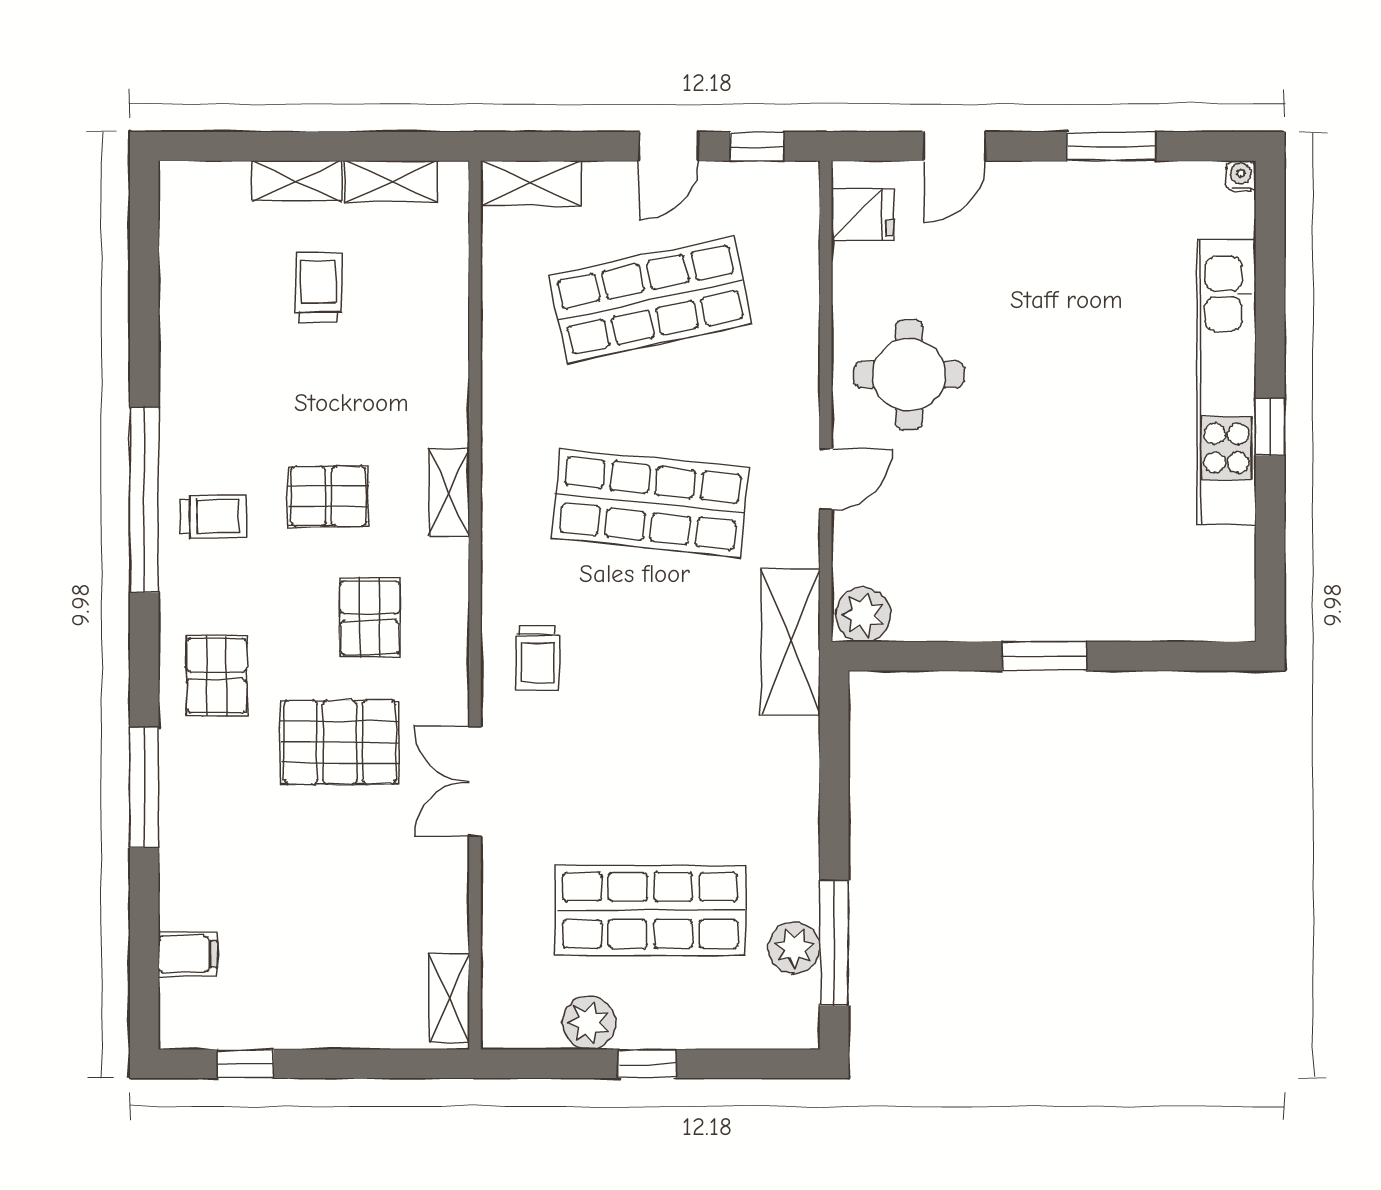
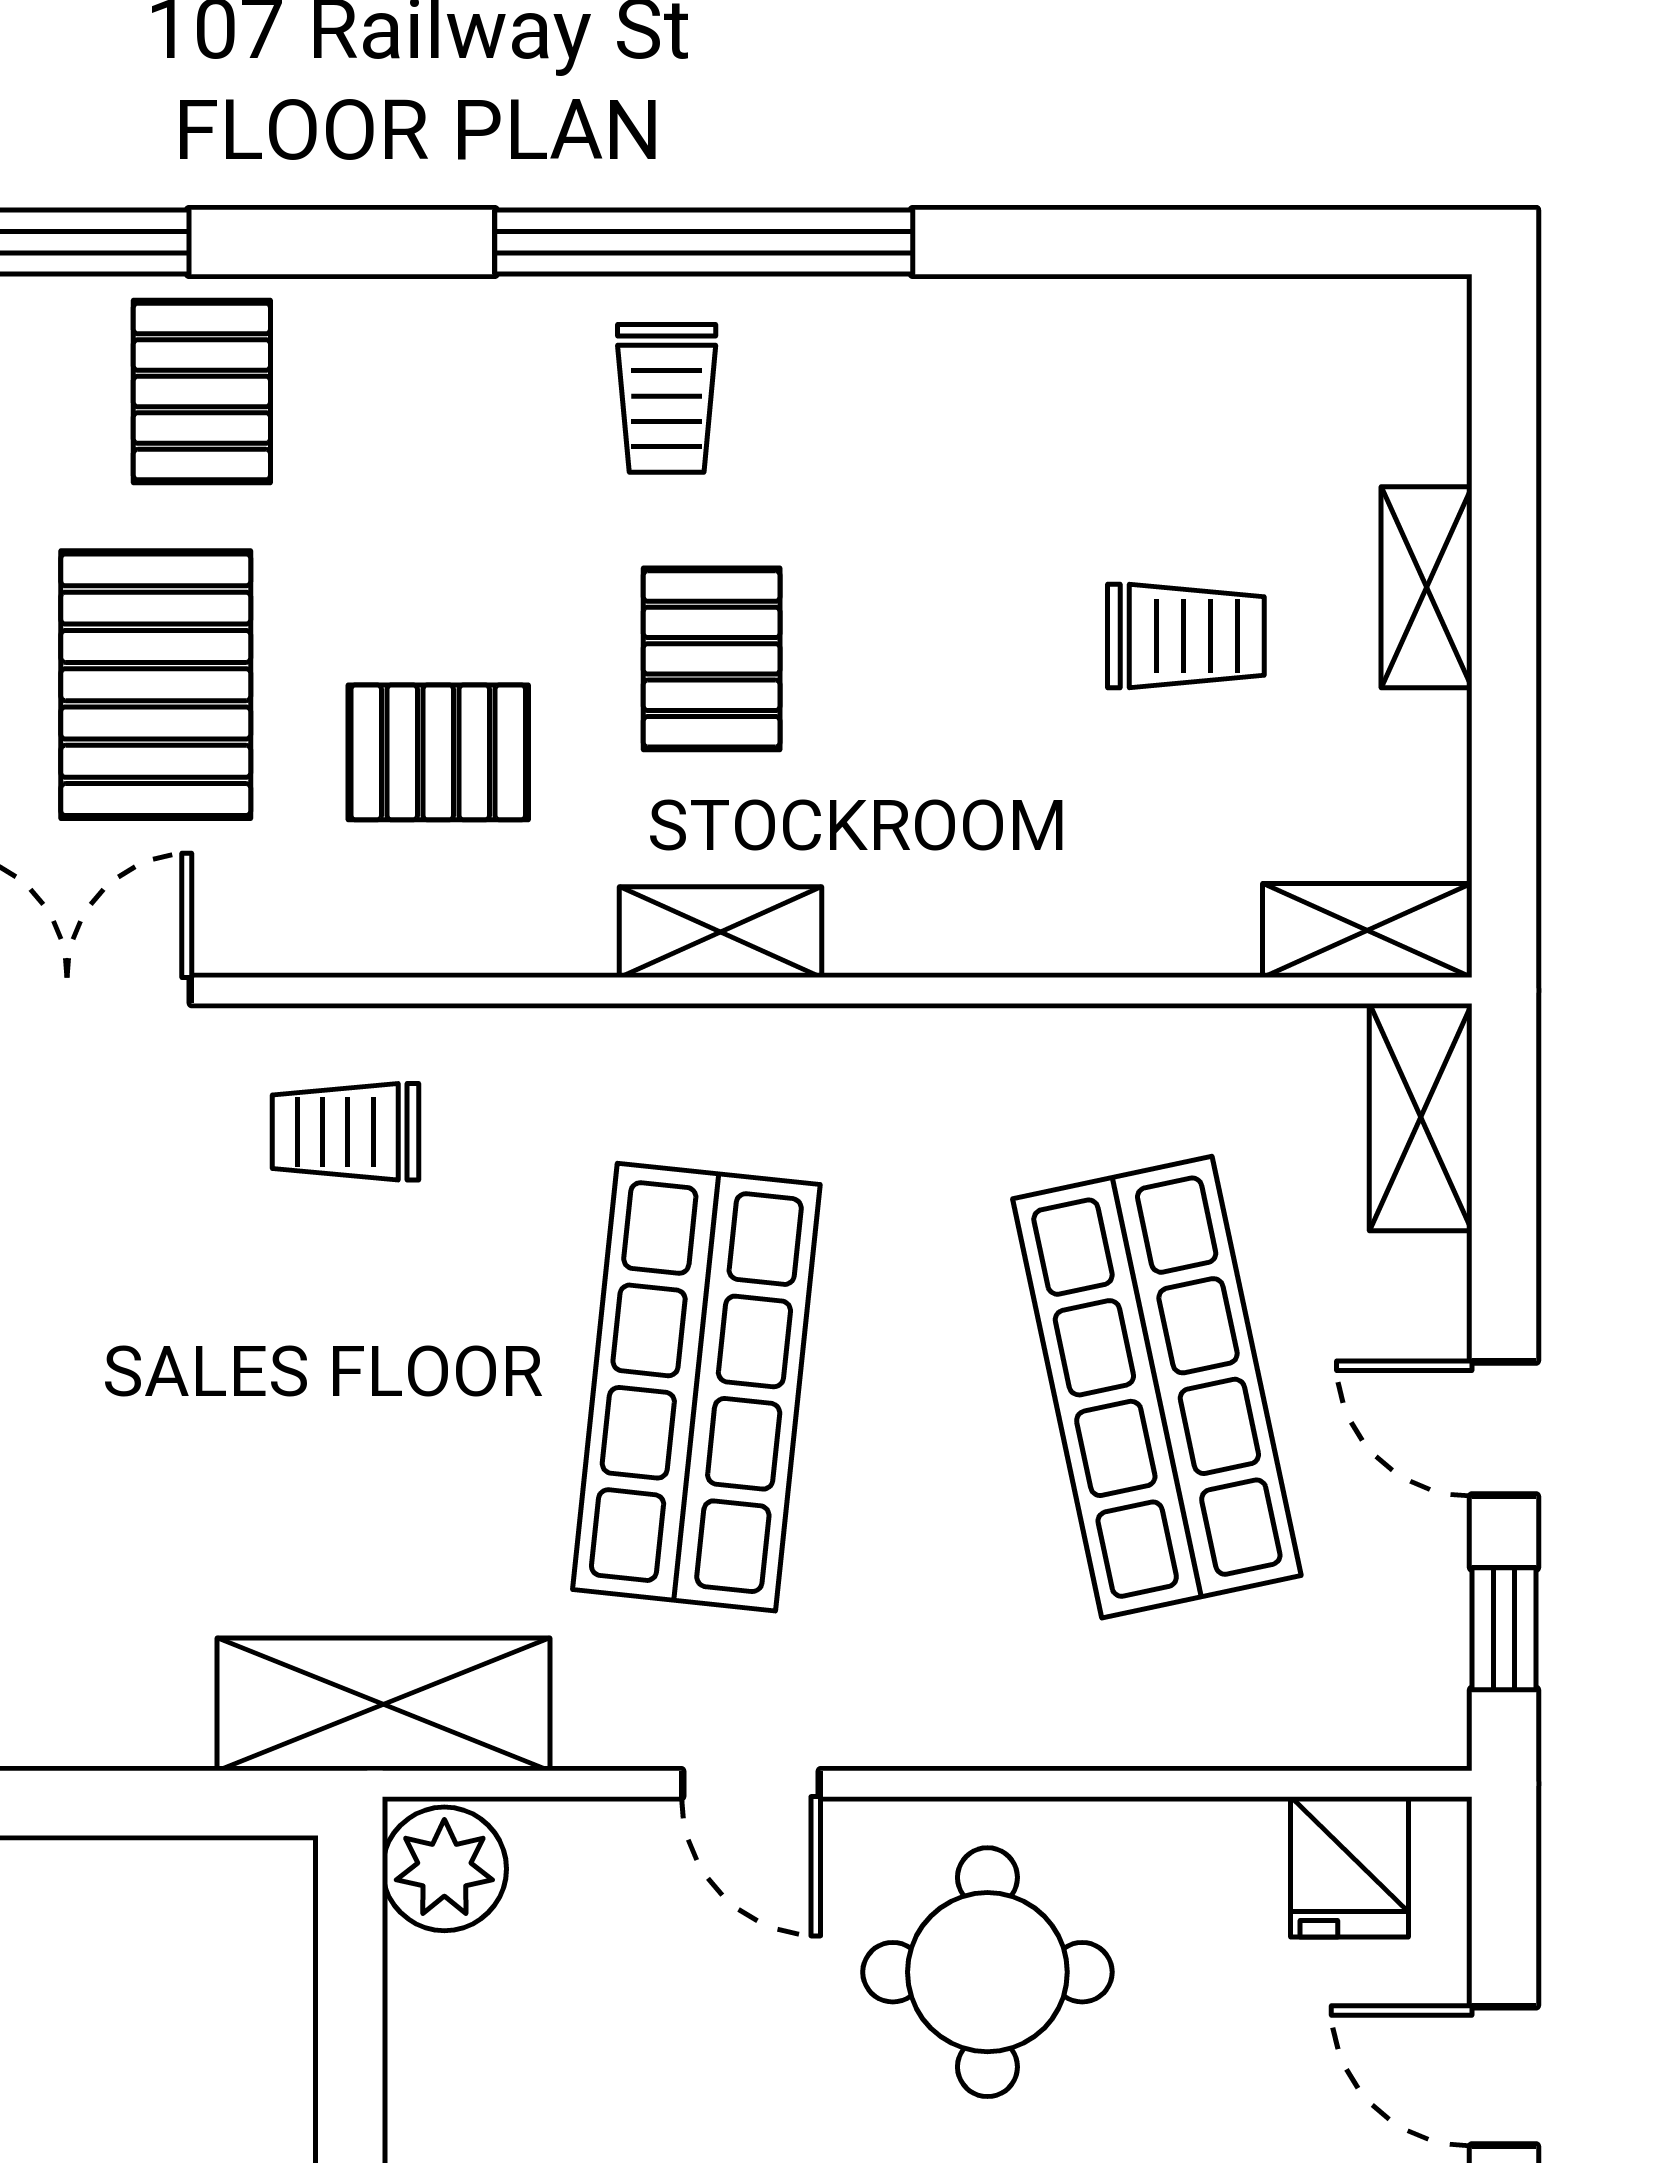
shelving: (391, 181) -> (1367, 931), moved, turned 90
pallet: (217, 675) -> (202, 392), moved, turned 90

